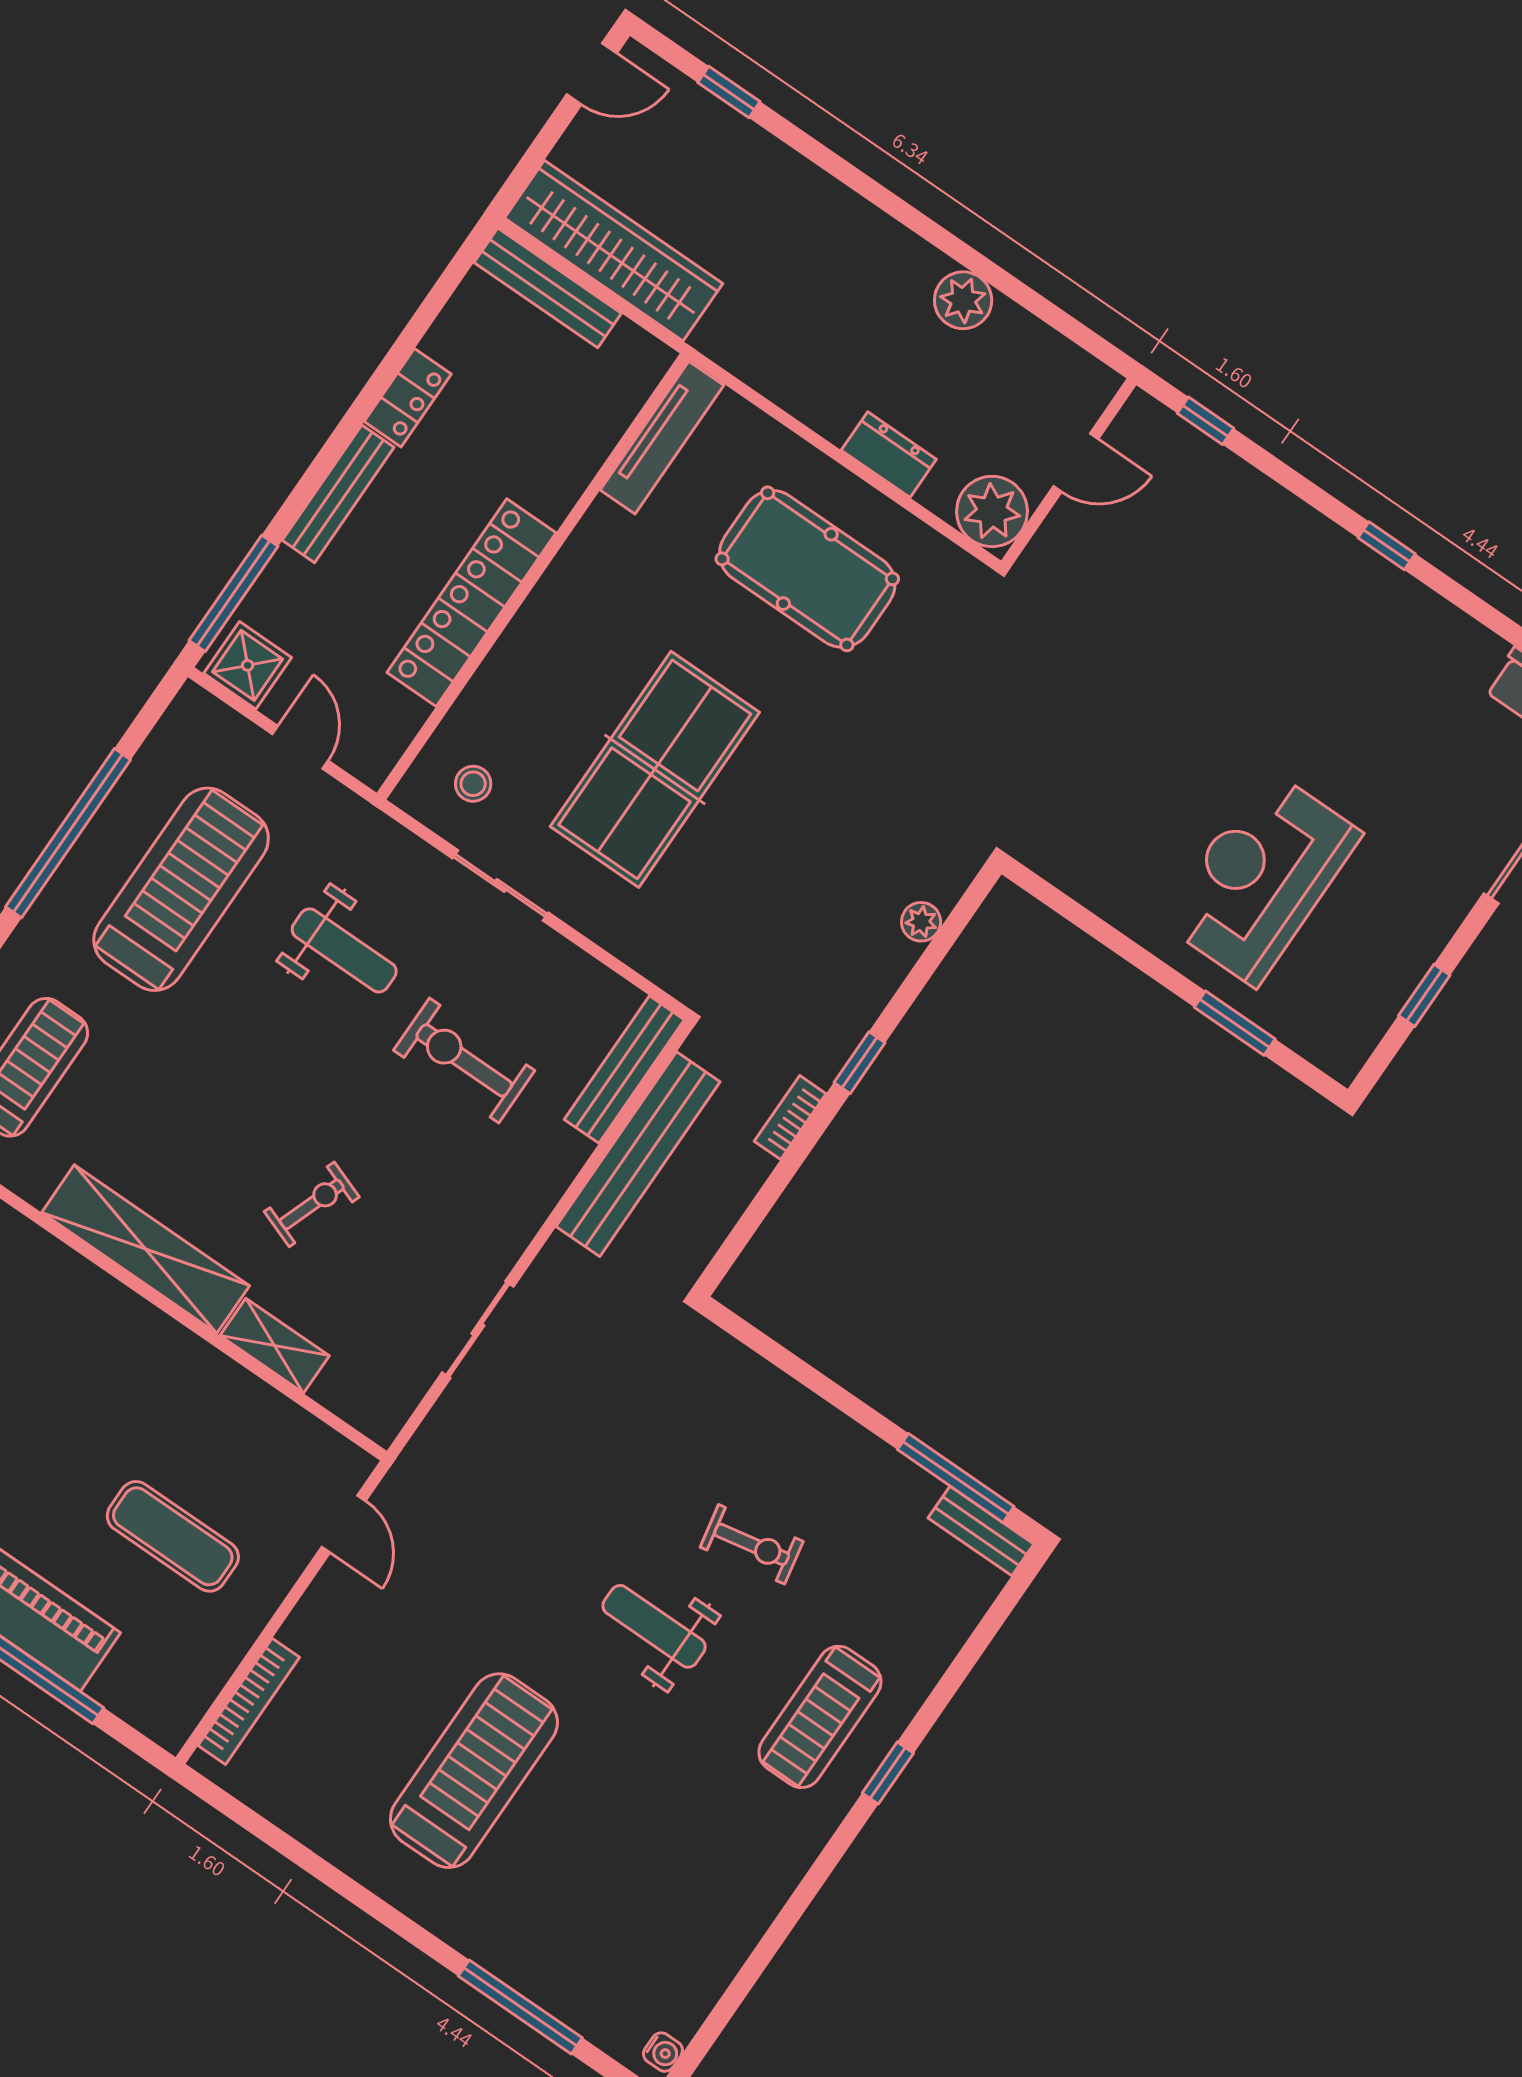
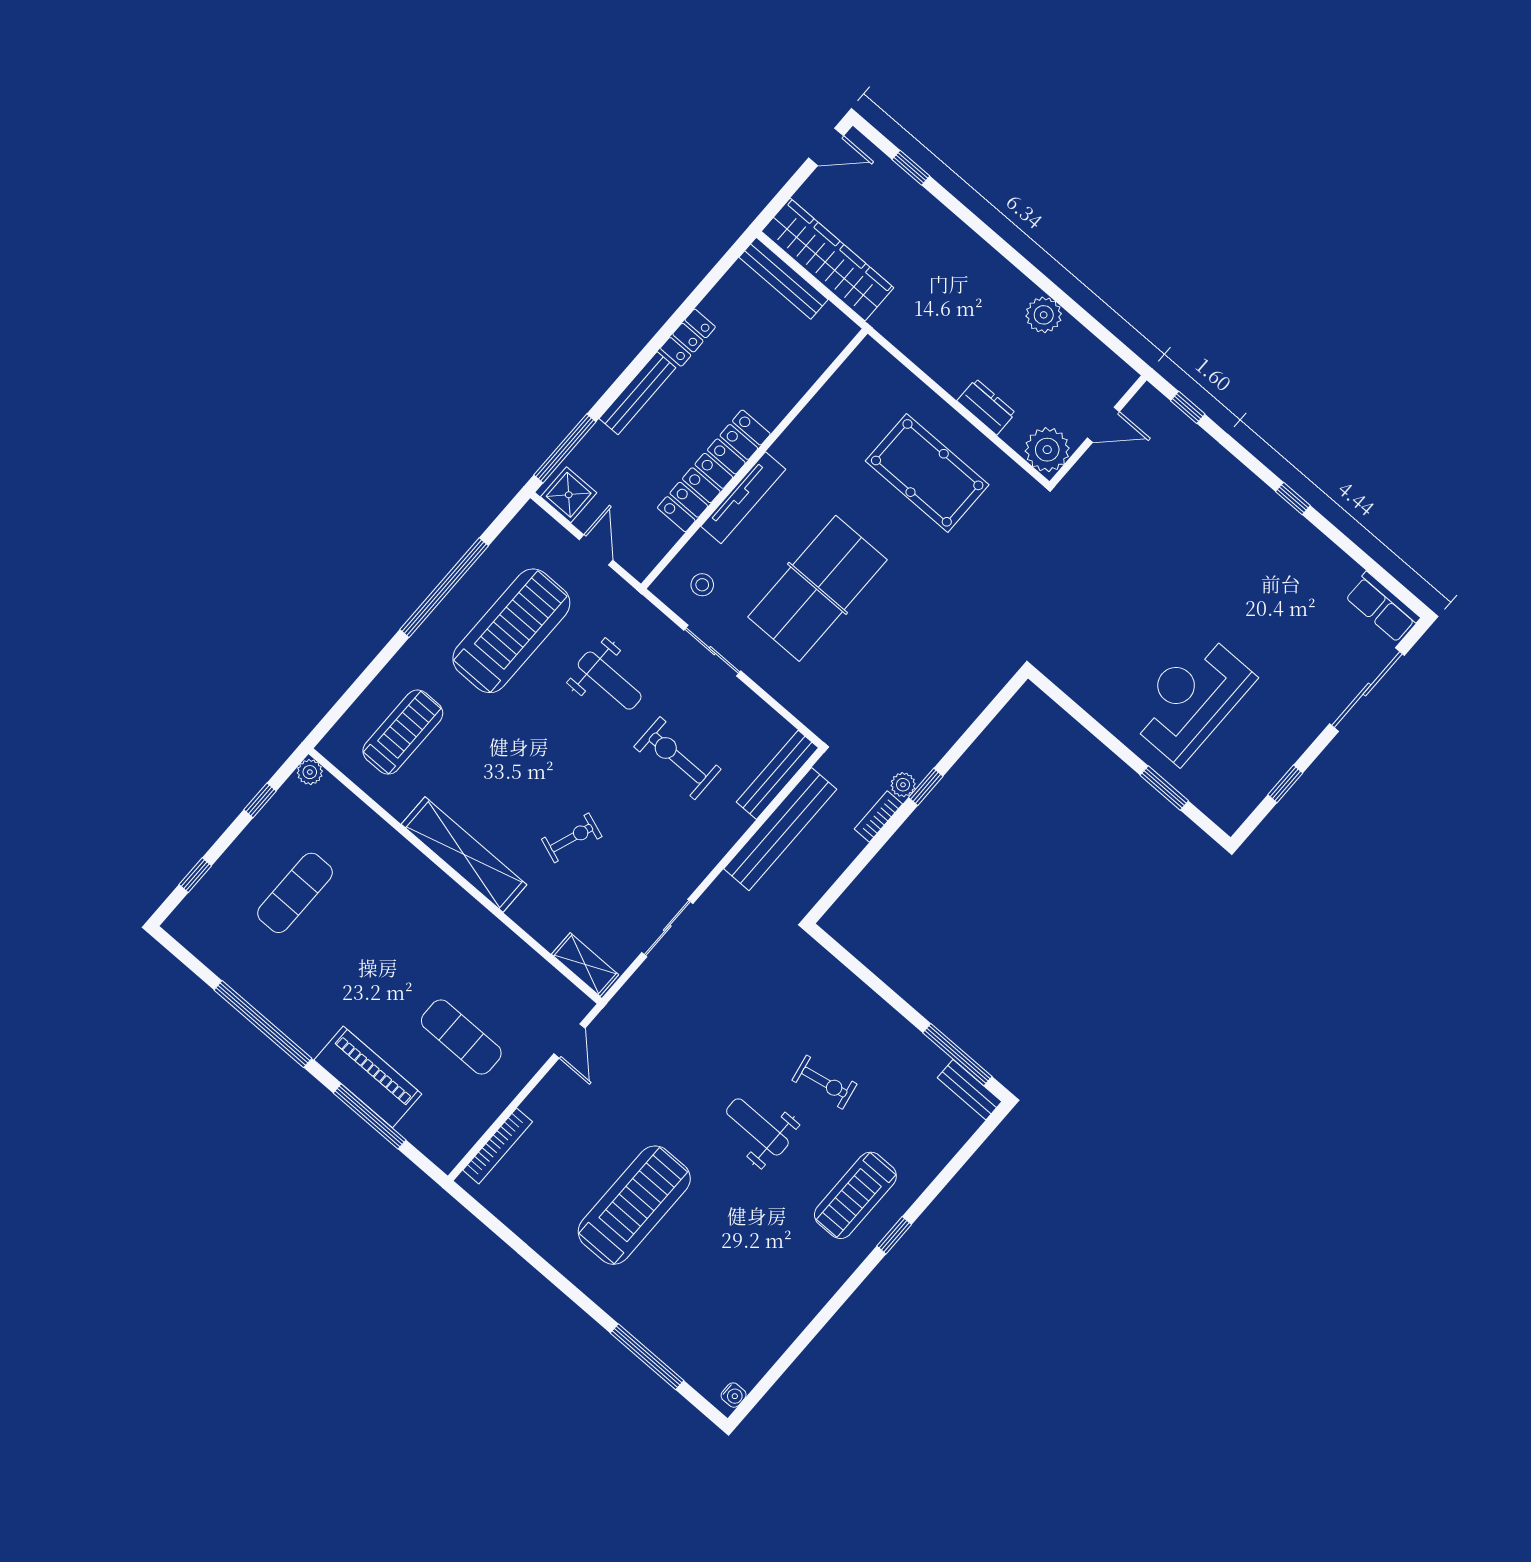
tv unit: (662, 438) -> (743, 498), moved
plant: (921, 922) -> (903, 785), moved
shelving: (275, 1346) -> (585, 965), moved

